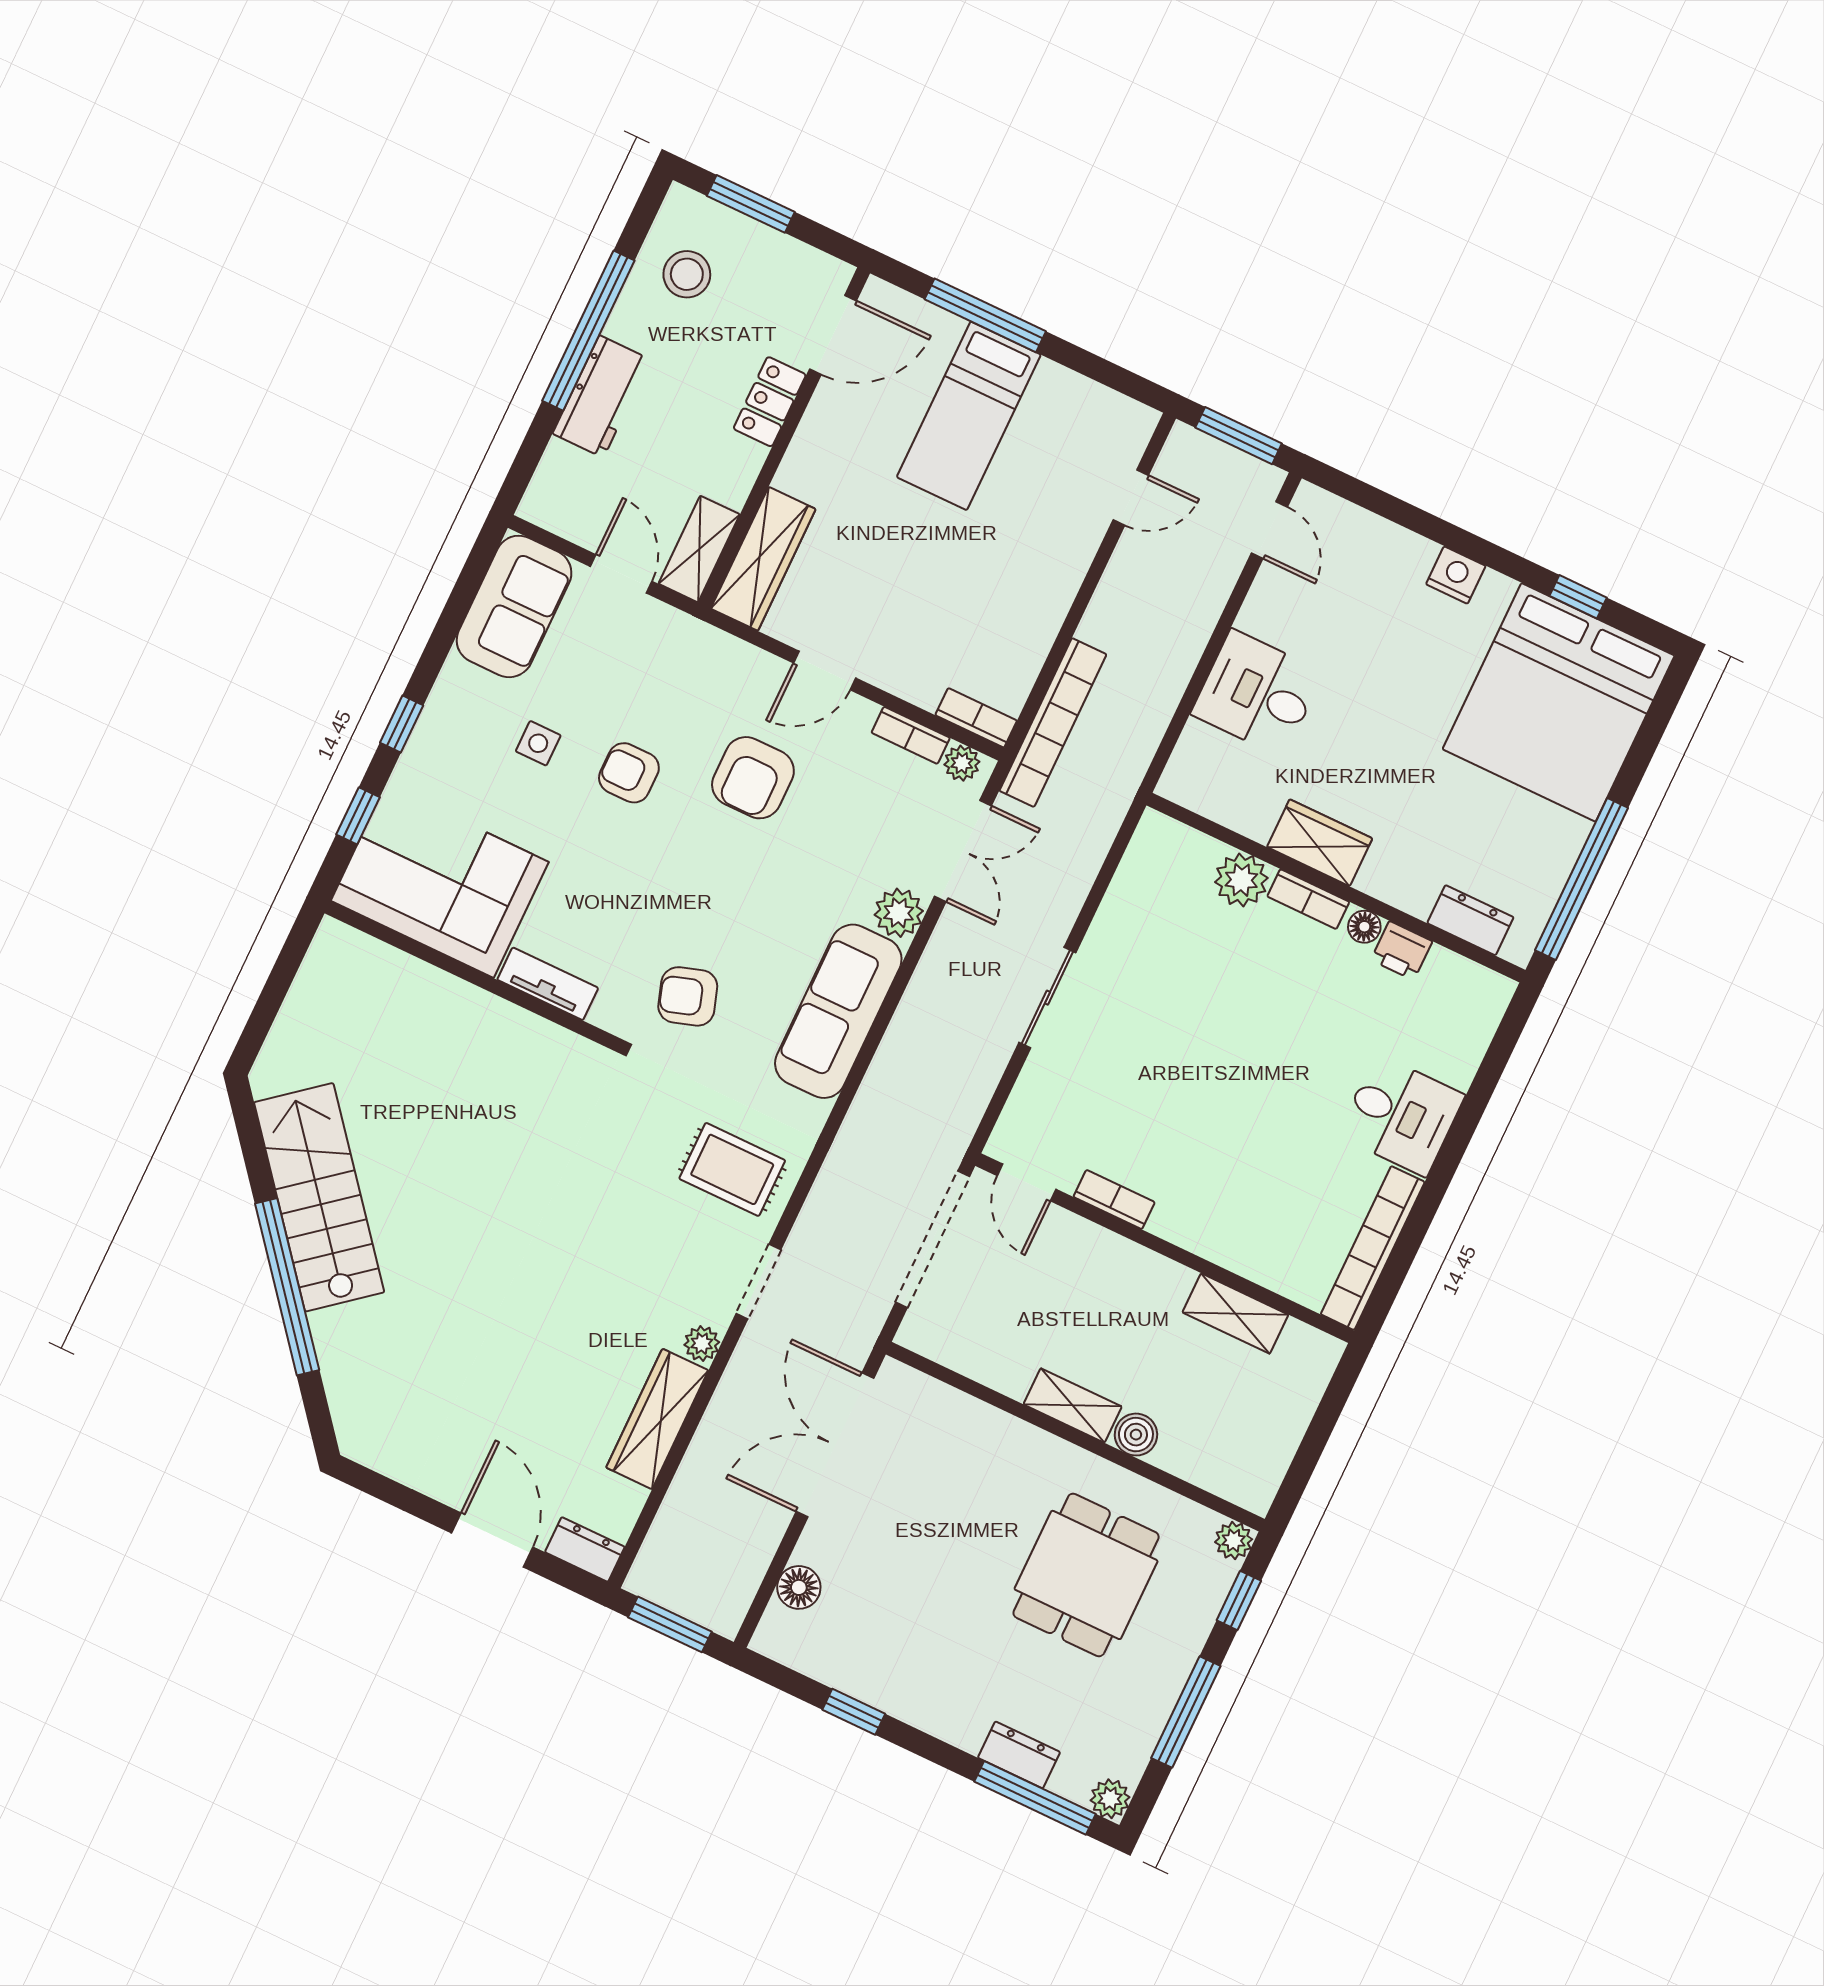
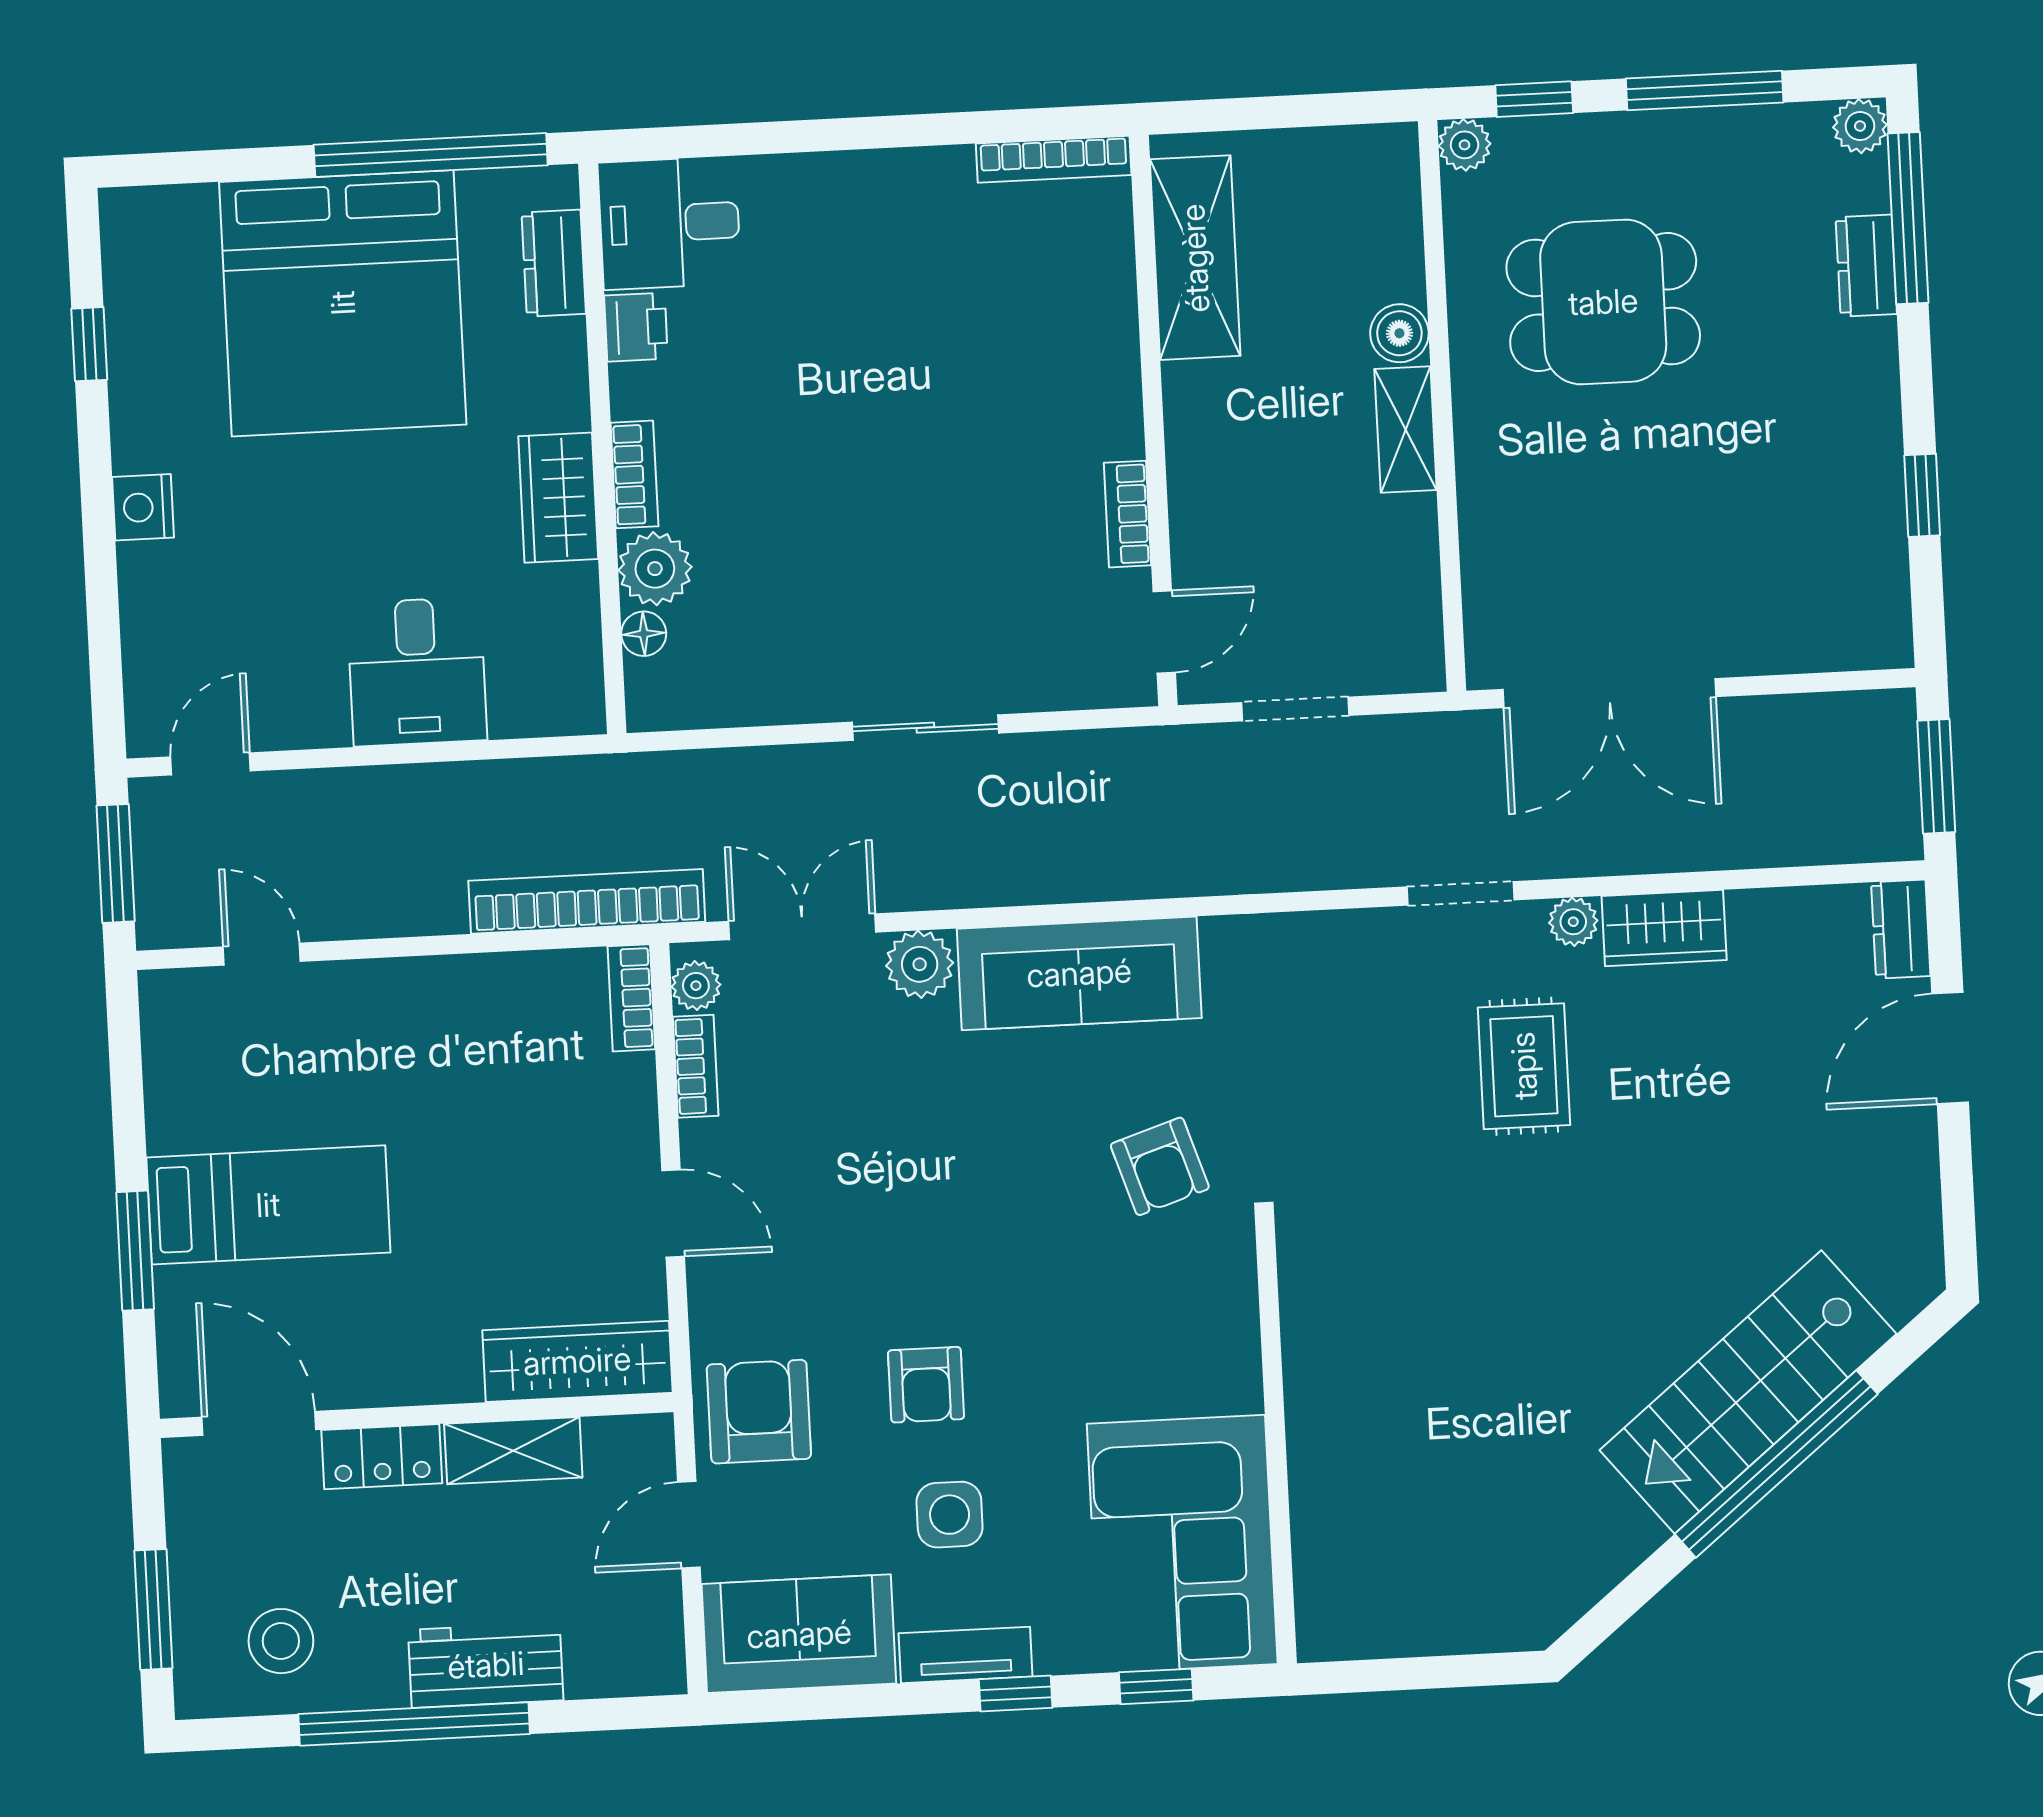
window: (985, 315) -> (135, 1251), width x0.69
shelving: (699, 549) -> (513, 1451), moved
bed: (1559, 702) -> (343, 303), moved, turned 90
side table: (538, 743) -> (950, 1515), width x1.37, depth x1.37
armchair: (753, 778) -> (759, 1412), moved, turned -90
floor lamp: (1364, 927) -> (644, 634), moved
tv unit: (548, 984) -> (966, 1655), moved, turned 90
desk: (1401, 1115) -> (669, 223), moved, turned -90
rug: (732, 1169) -> (1524, 1066), moved
stairs: (319, 1197) -> (1748, 1392), moved
doorway: (933, 1239) -> (1295, 709), width x0.53
bookcase: (1373, 1248) -> (1054, 159), width x0.68, depth x0.76
shelving: (1235, 1314) -> (1195, 258), width x1.50, depth x1.33
wardrobe: (657, 1419) -> (1664, 928), width x0.67
floor lamp: (799, 1587) -> (1807, 644), removed

